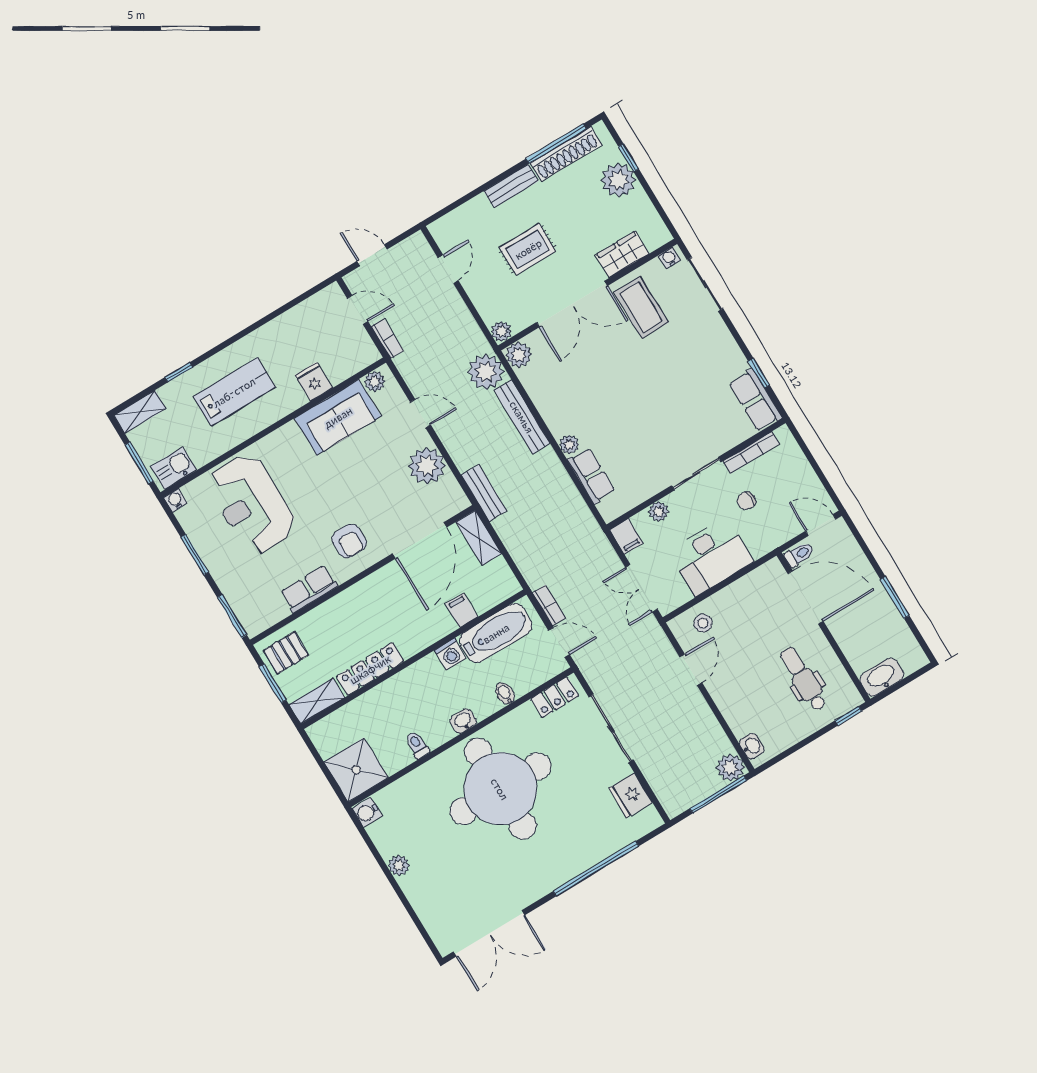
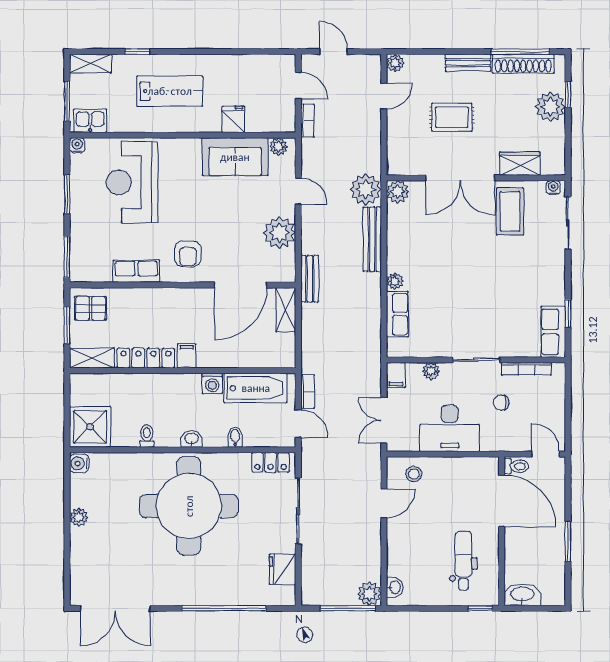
plant: (501, 331) -> (395, 63), moved
filing cabinet: (462, 610) -> (187, 356), moved

